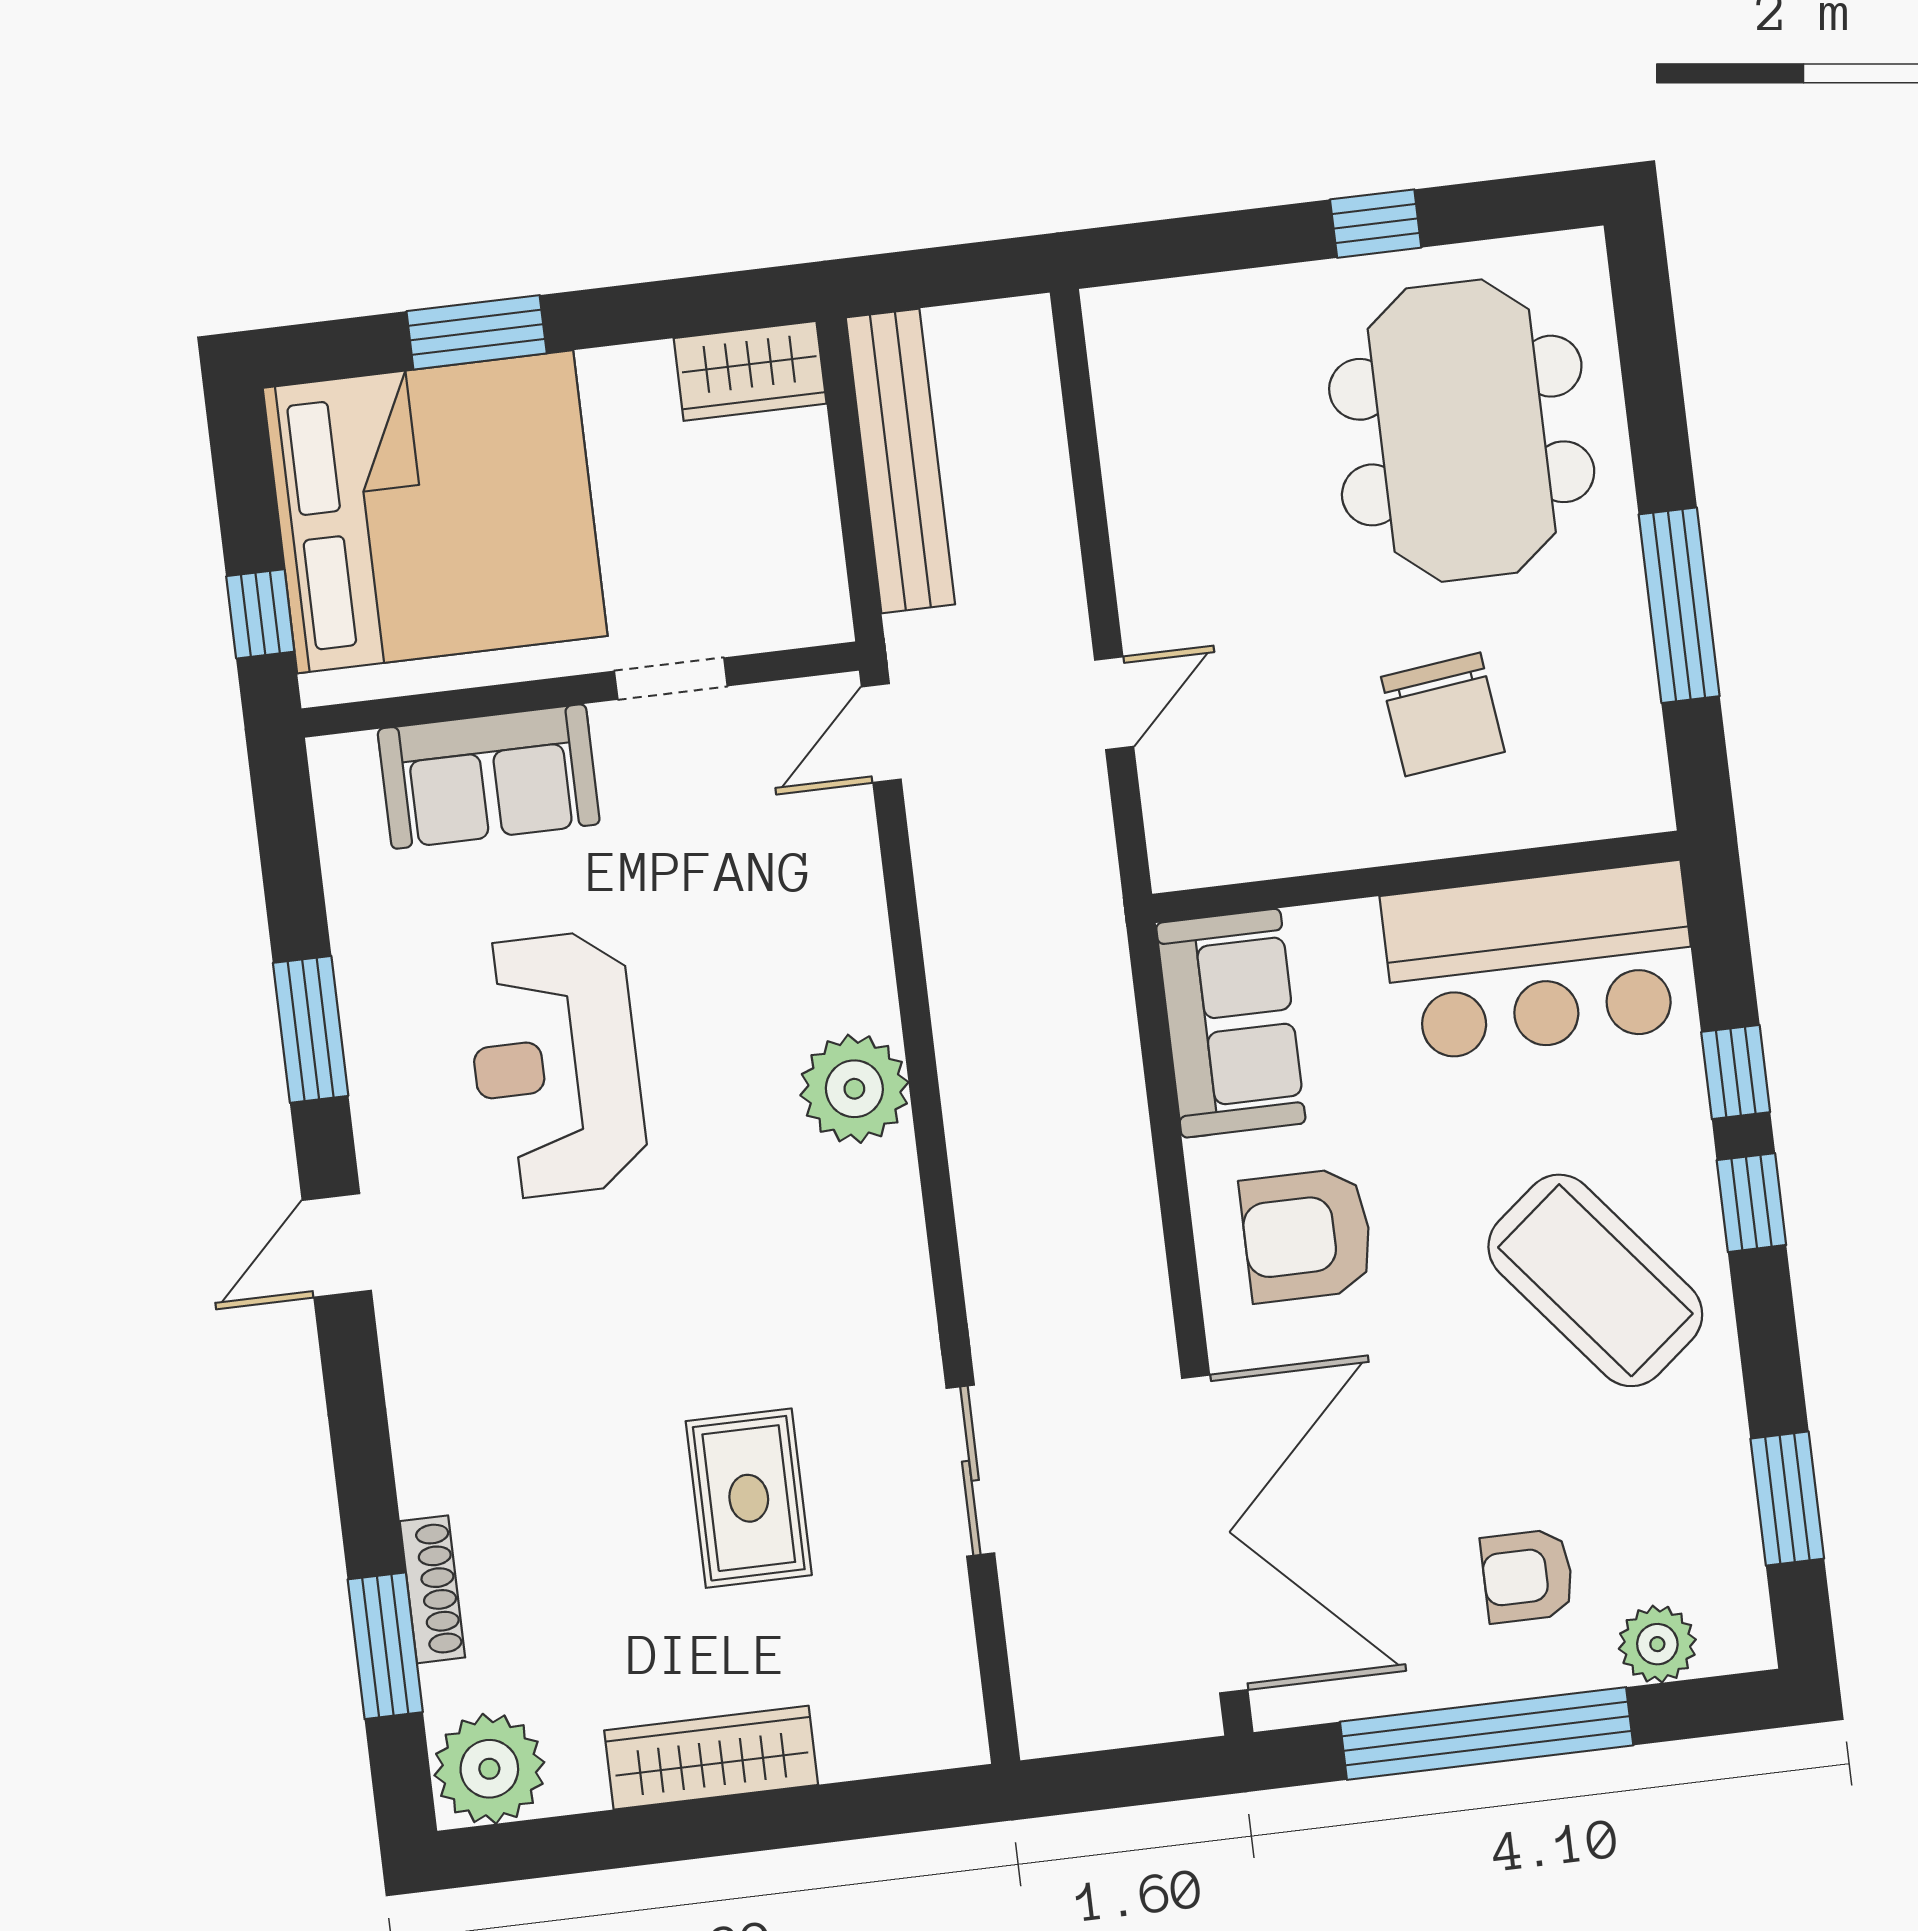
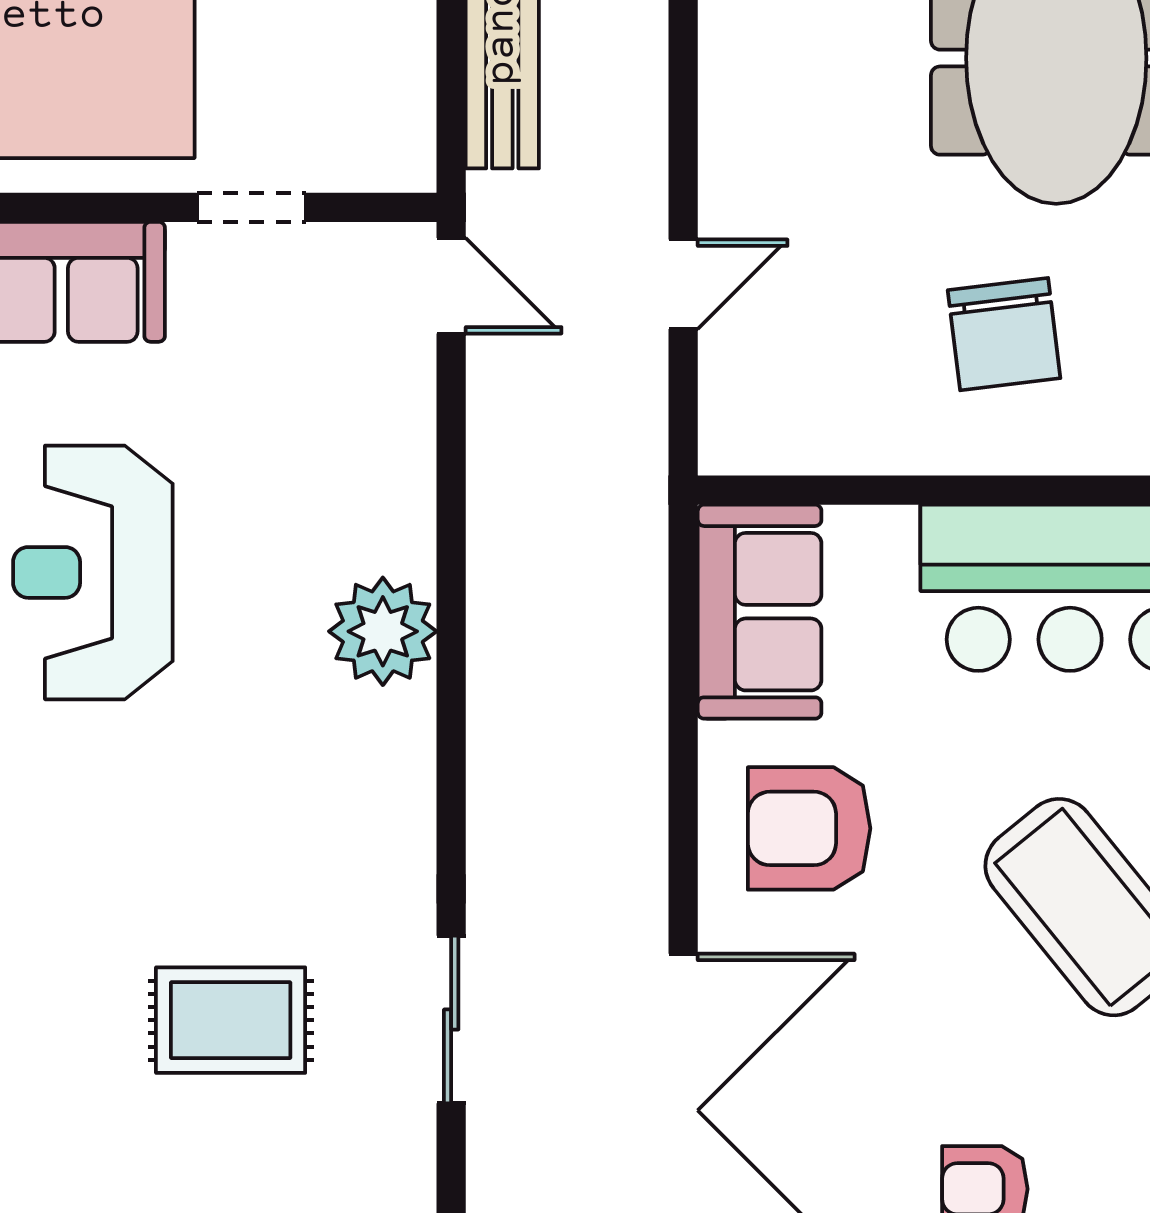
door: (881, 733) -> (451, 286), swing flipped
rug: (749, 1498) -> (231, 1020), turned 90

